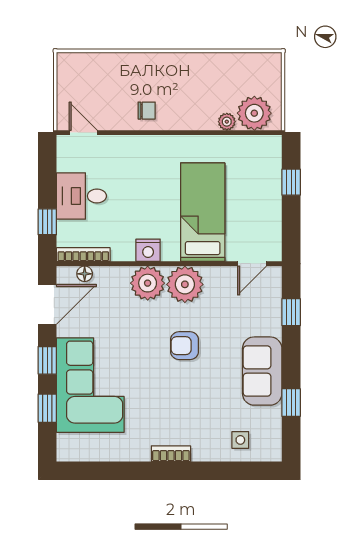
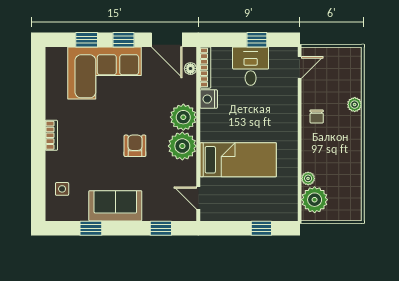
plant: (131, 61) -> (355, 105), added
window: (47, 222) -> (257, 40), moved
nightstand: (148, 250) -> (209, 99), moved

